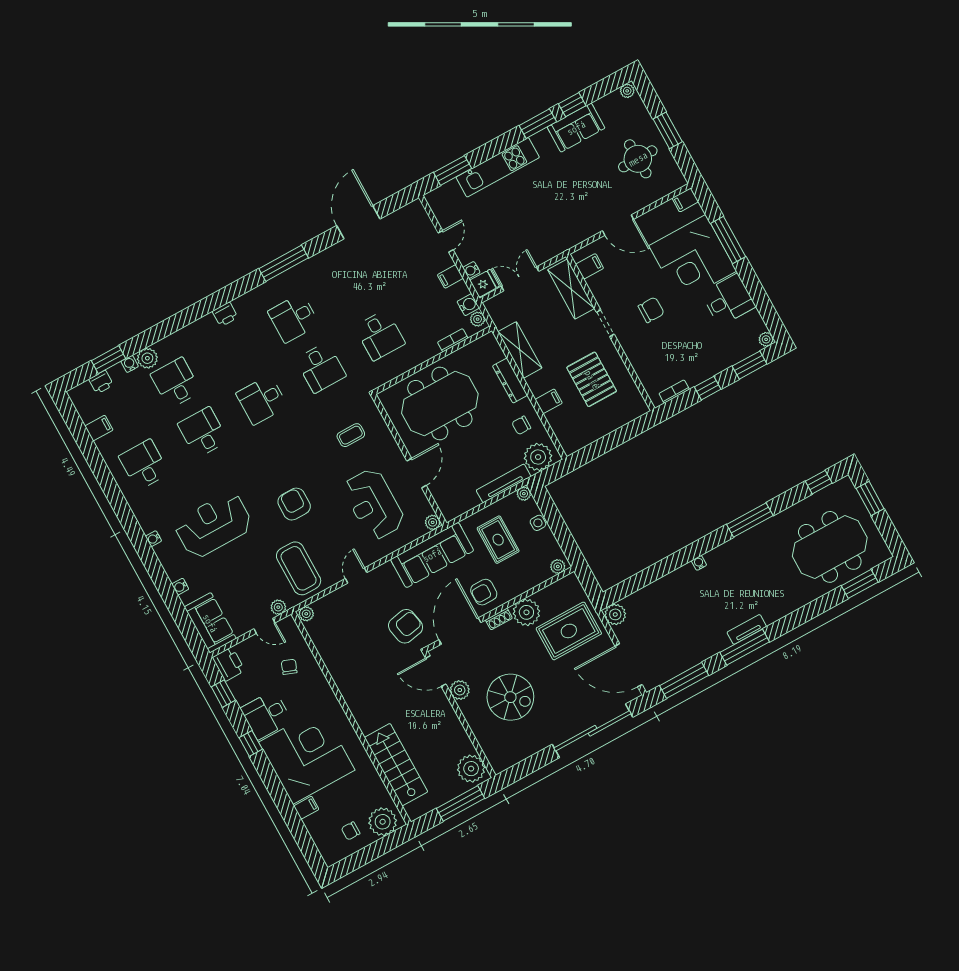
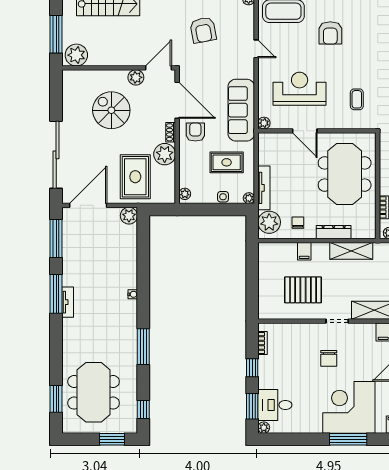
desk: (728, 300) -> (275, 405), moved, turned 90
armchair: (294, 504) -> (330, 33), turned 90
armchair: (406, 626) -> (203, 30), moved
spiral stairs: (510, 697) -> (111, 110), turned 90

